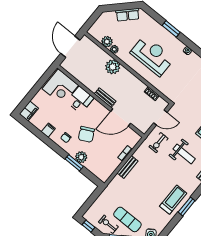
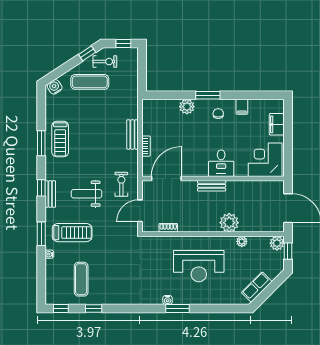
window: (91, 21) -> (288, 251), added
window: (171, 29) -> (177, 308), moved
plant: (107, 42) -> (277, 243), moved
desk: (80, 100) -> (221, 163), moved
filing cabinet: (29, 111) -> (277, 124), moved
door: (121, 117) -> (166, 179), moved
chair: (86, 134) -> (200, 134), removed
window: (74, 163) -> (208, 95), moved

